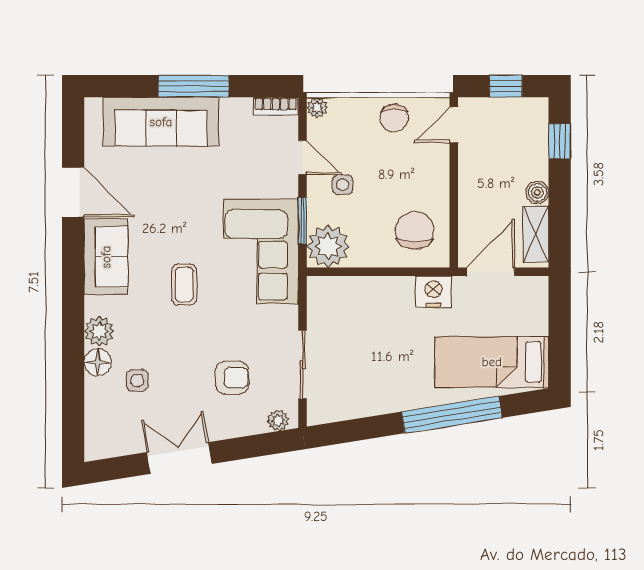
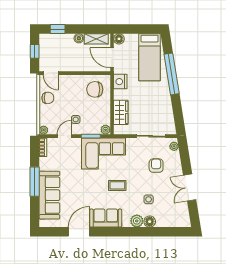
plant: (328, 246) -> (106, 130), width x0.53, depth x0.53
floor lamp: (536, 288) -> (119, 39), added
wardrobe: (360, 293) -> (121, 112), added
side table: (137, 381) -> (149, 199), moved

